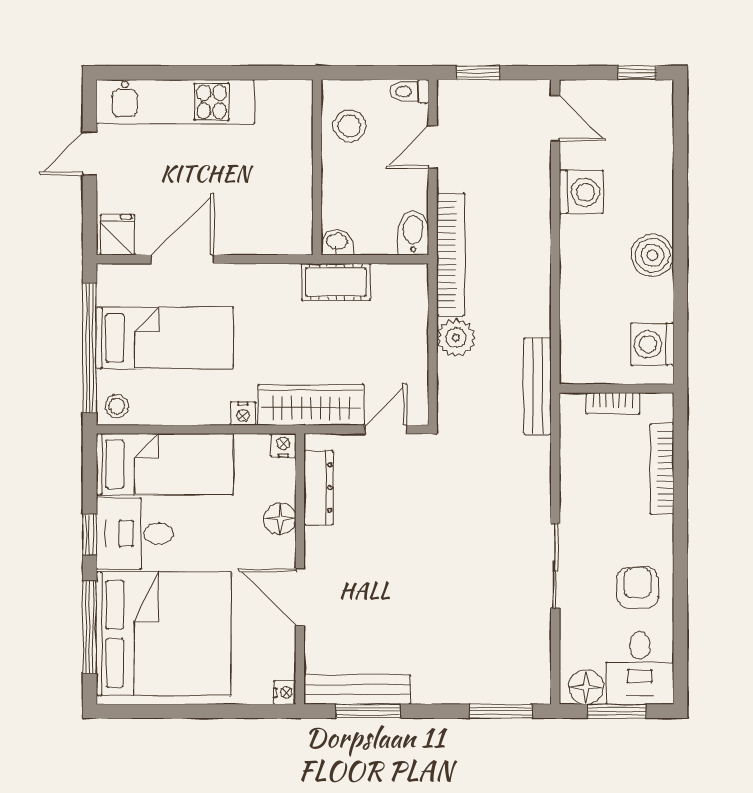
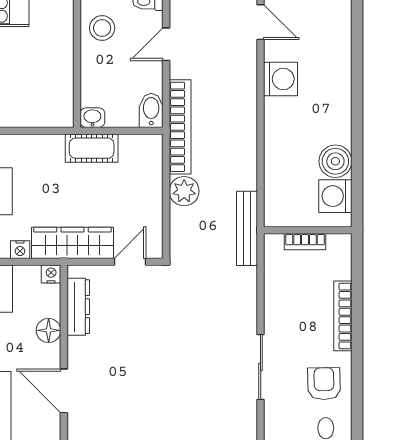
boiler: (652, 255) -> (335, 161), moved
bookcase: (662, 469) -> (343, 316), moved

